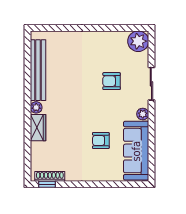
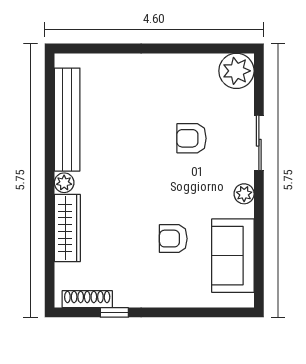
wardrobe: (38, 128) -> (67, 228), width x1.50
sofa: (136, 151) -> (233, 256), width x0.73
window: (47, 184) -> (114, 312), moved

